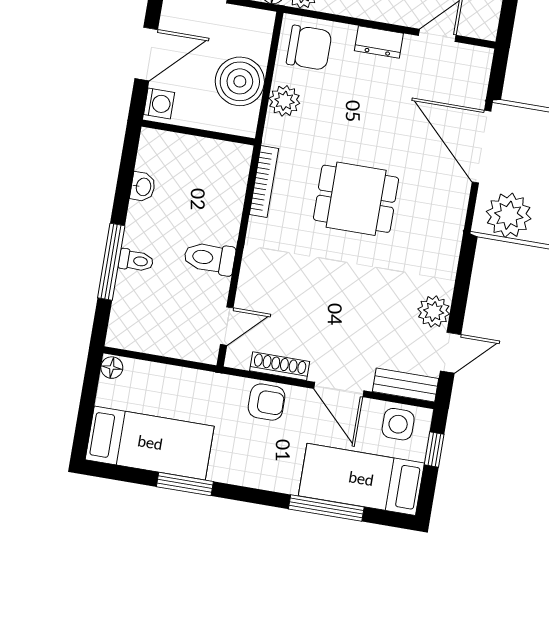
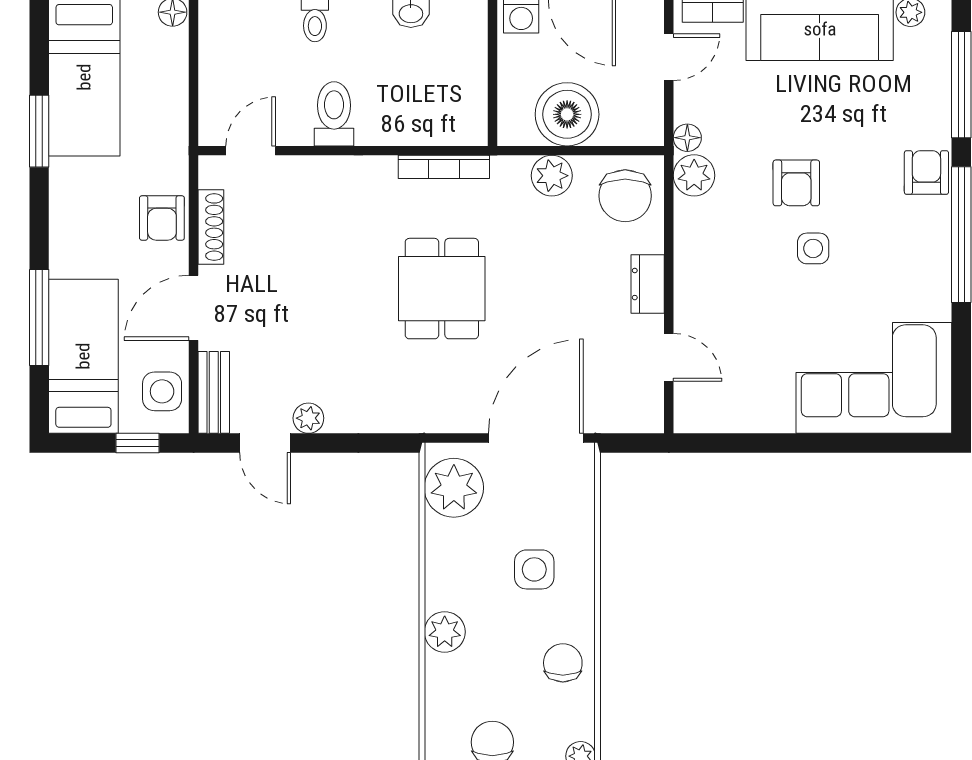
plant: (434, 312) -> (308, 418), width x0.73, depth x0.73
door: (227, 326) -> (251, 151), swing flipped

